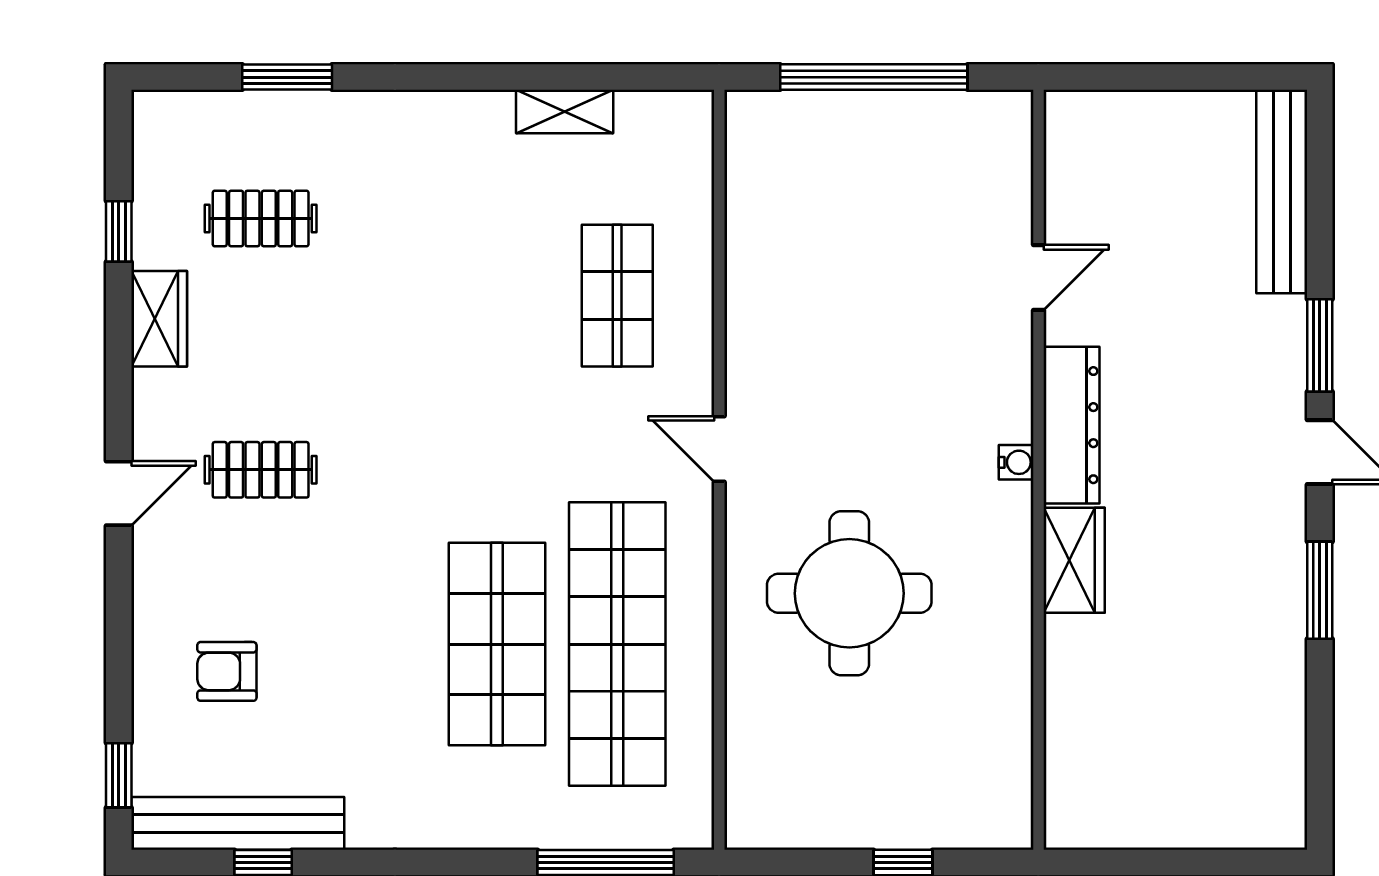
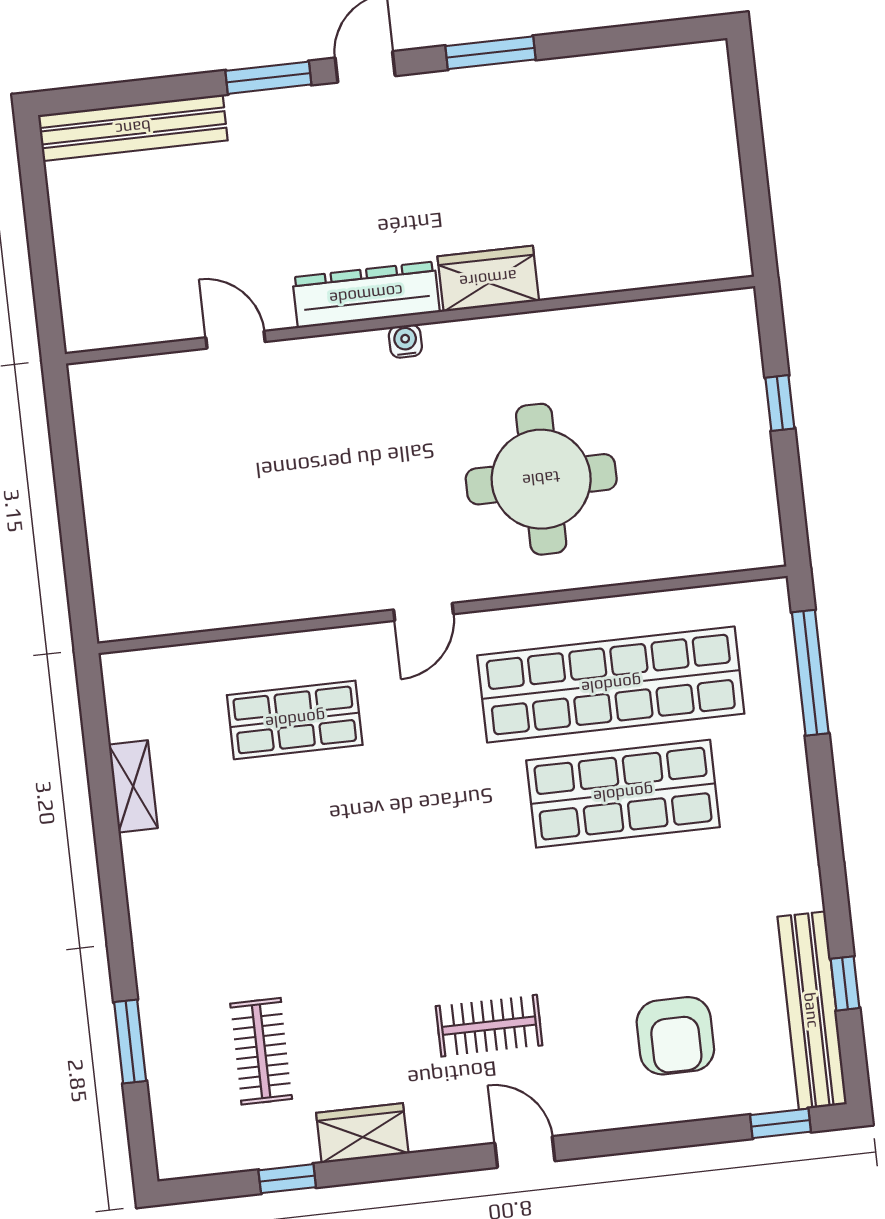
window: (874, 77) -> (70, 510), removed
clothes rail: (261, 470) -> (489, 1026), turned 90
armchair: (227, 671) -> (675, 1036), width x1.38, depth x1.38

